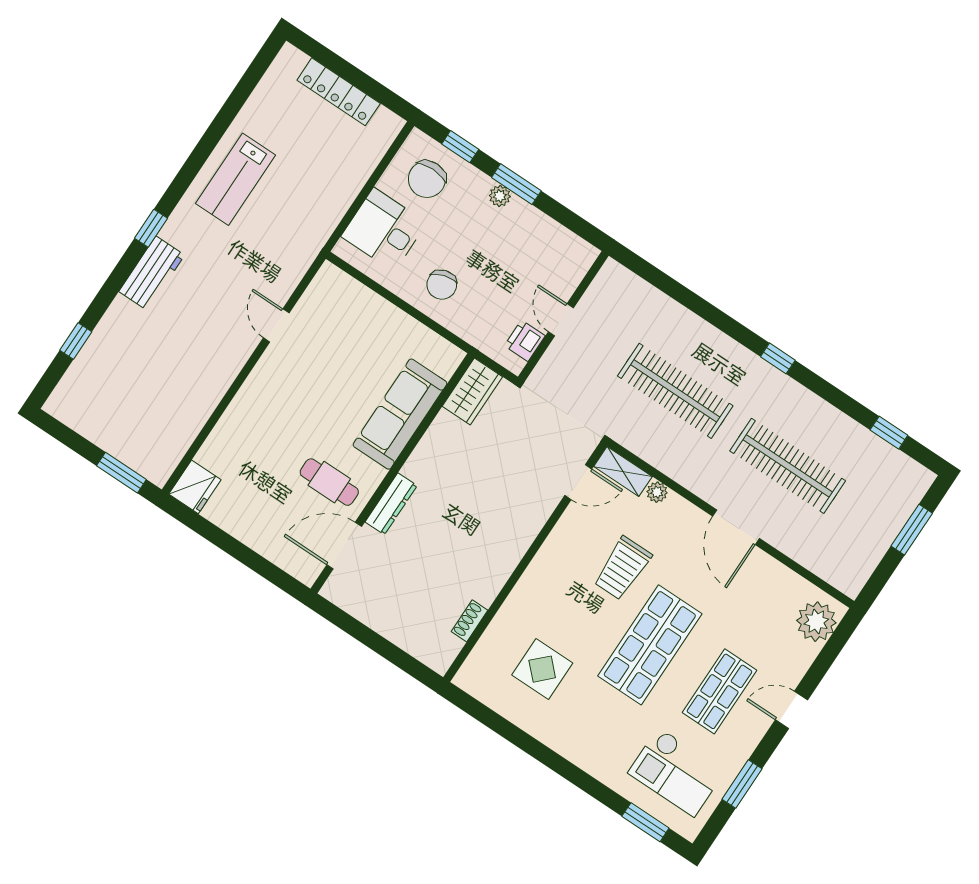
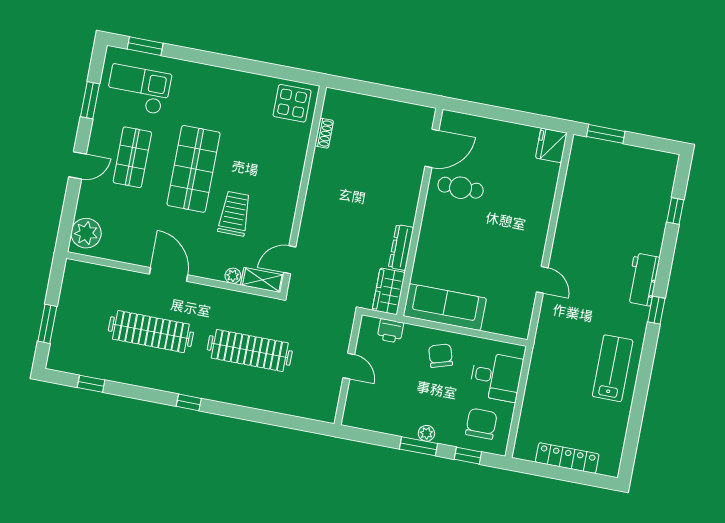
printer: (525, 341) -> (390, 331), moved, turned 90
sofa: (400, 414) -> (445, 307), moved, turned -90
dresser: (391, 504) -> (401, 247), moved
display table: (542, 669) -> (292, 103), moved

